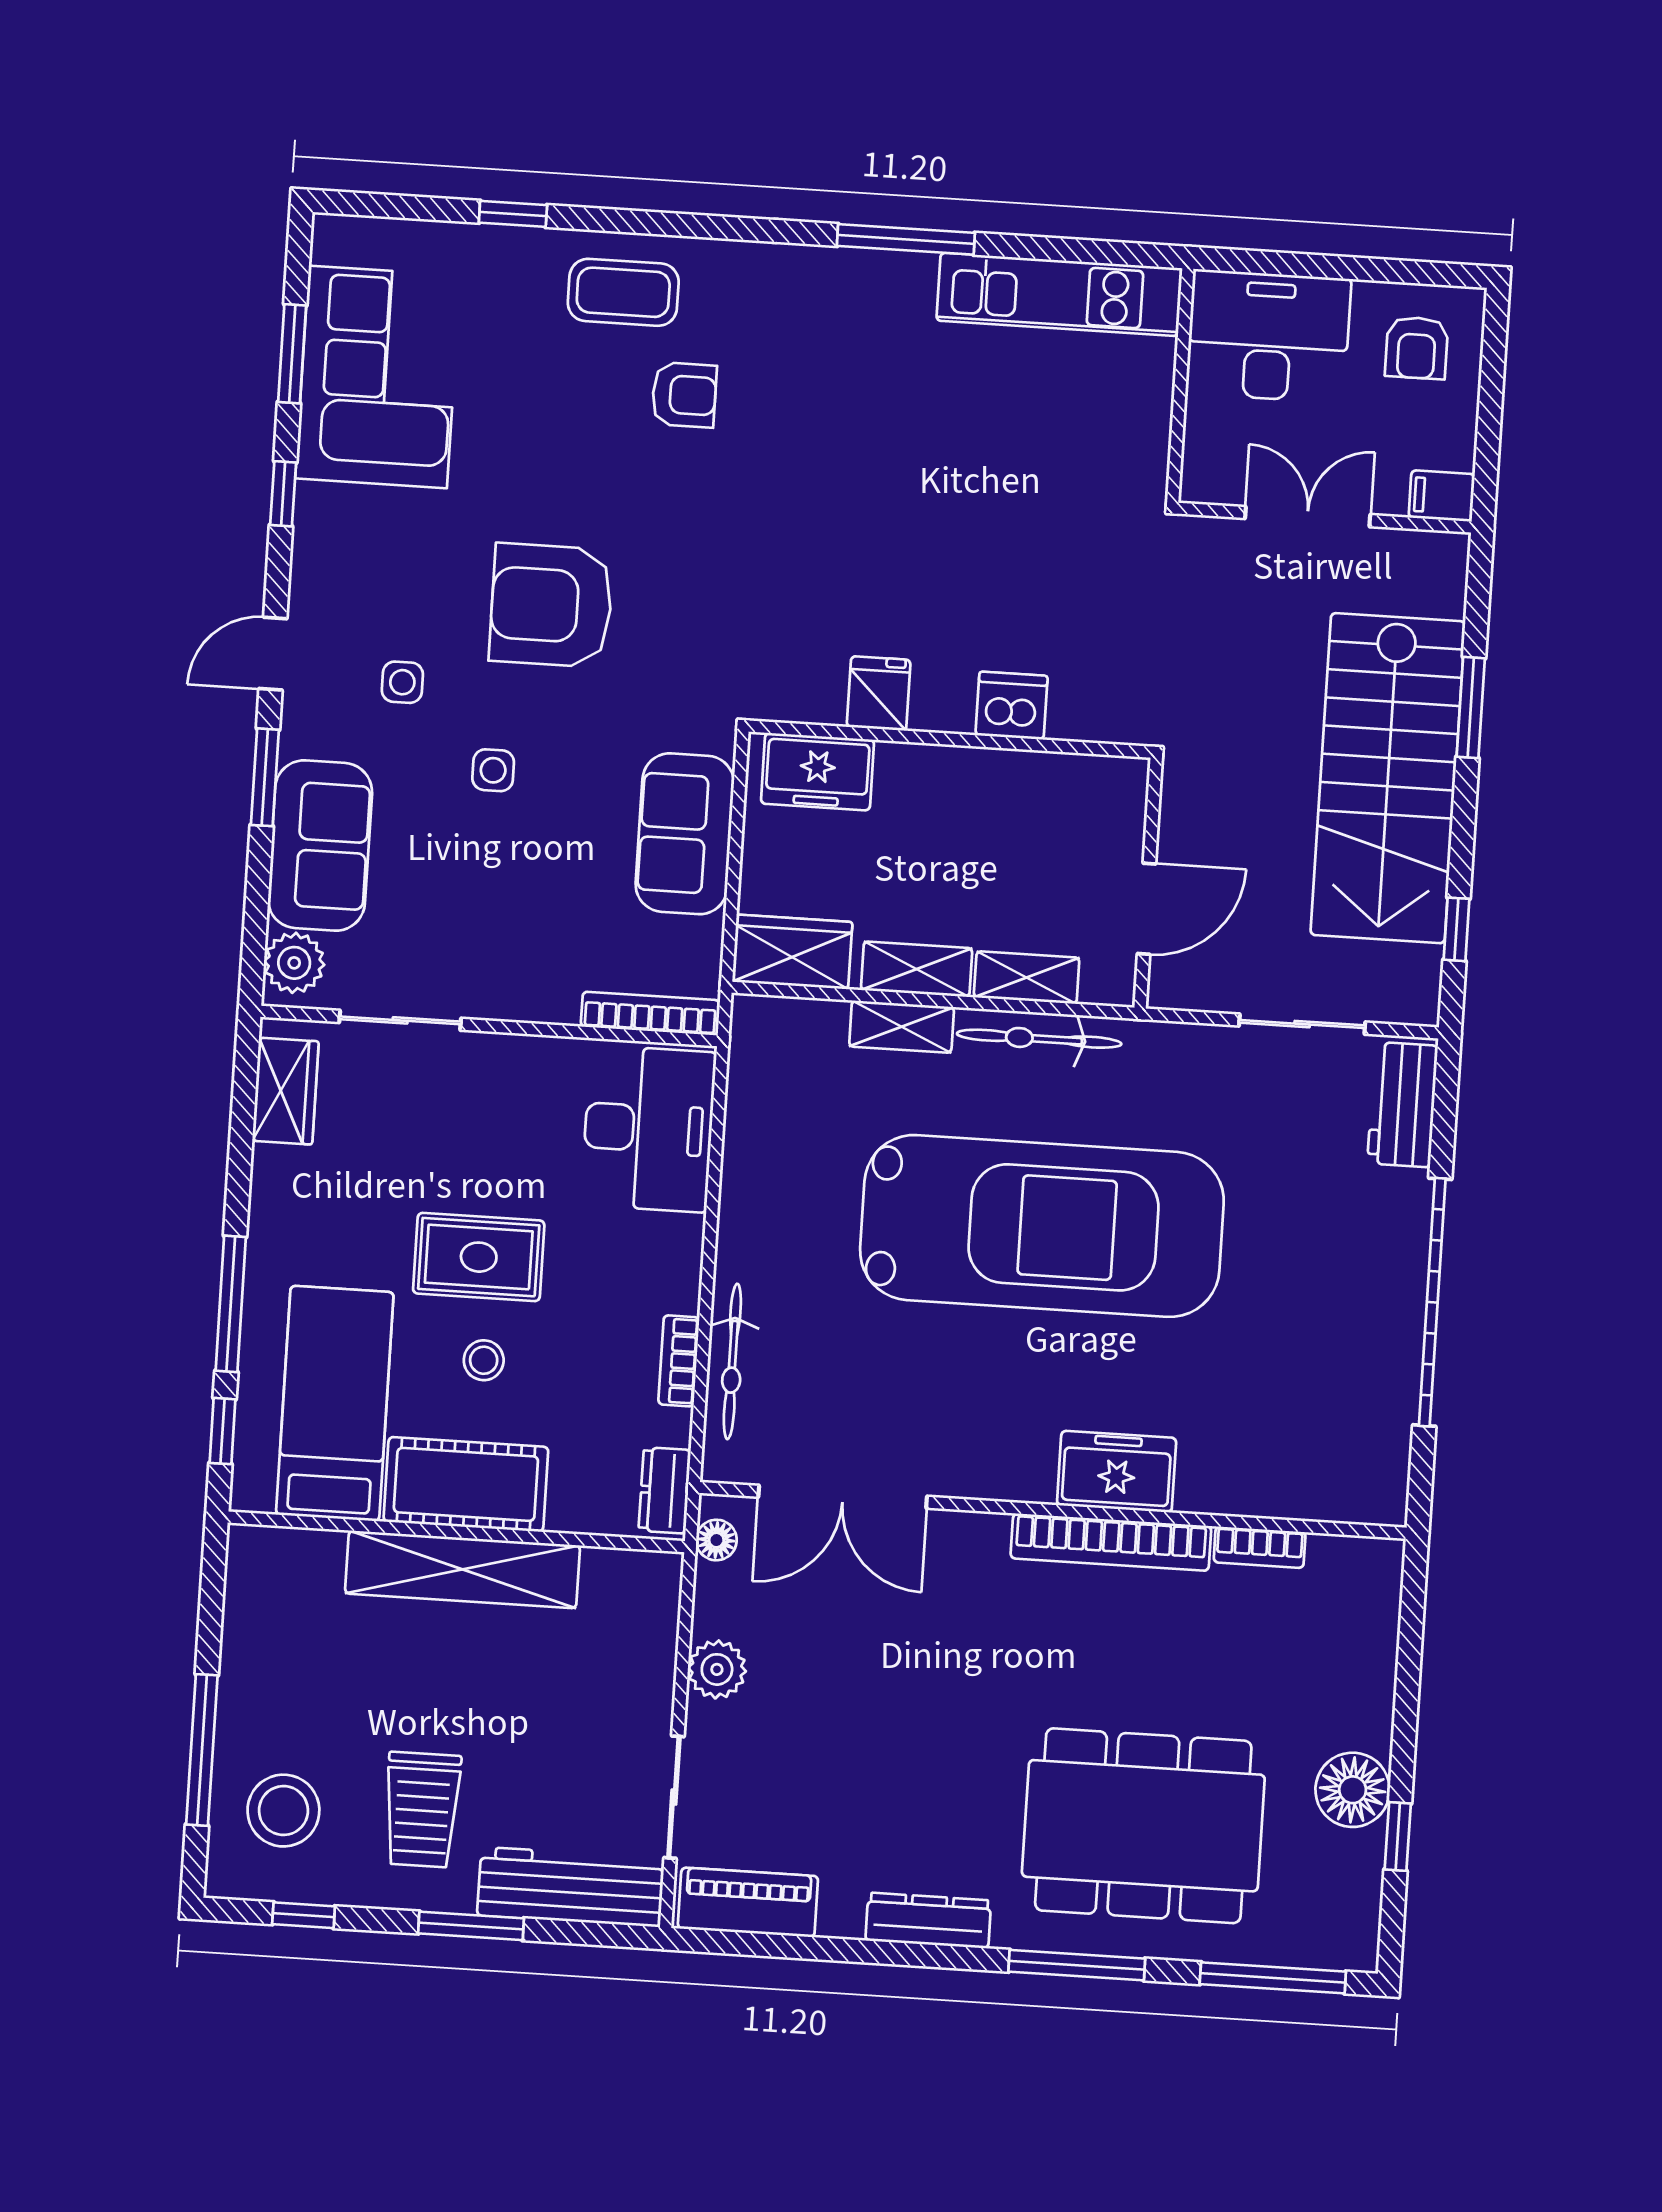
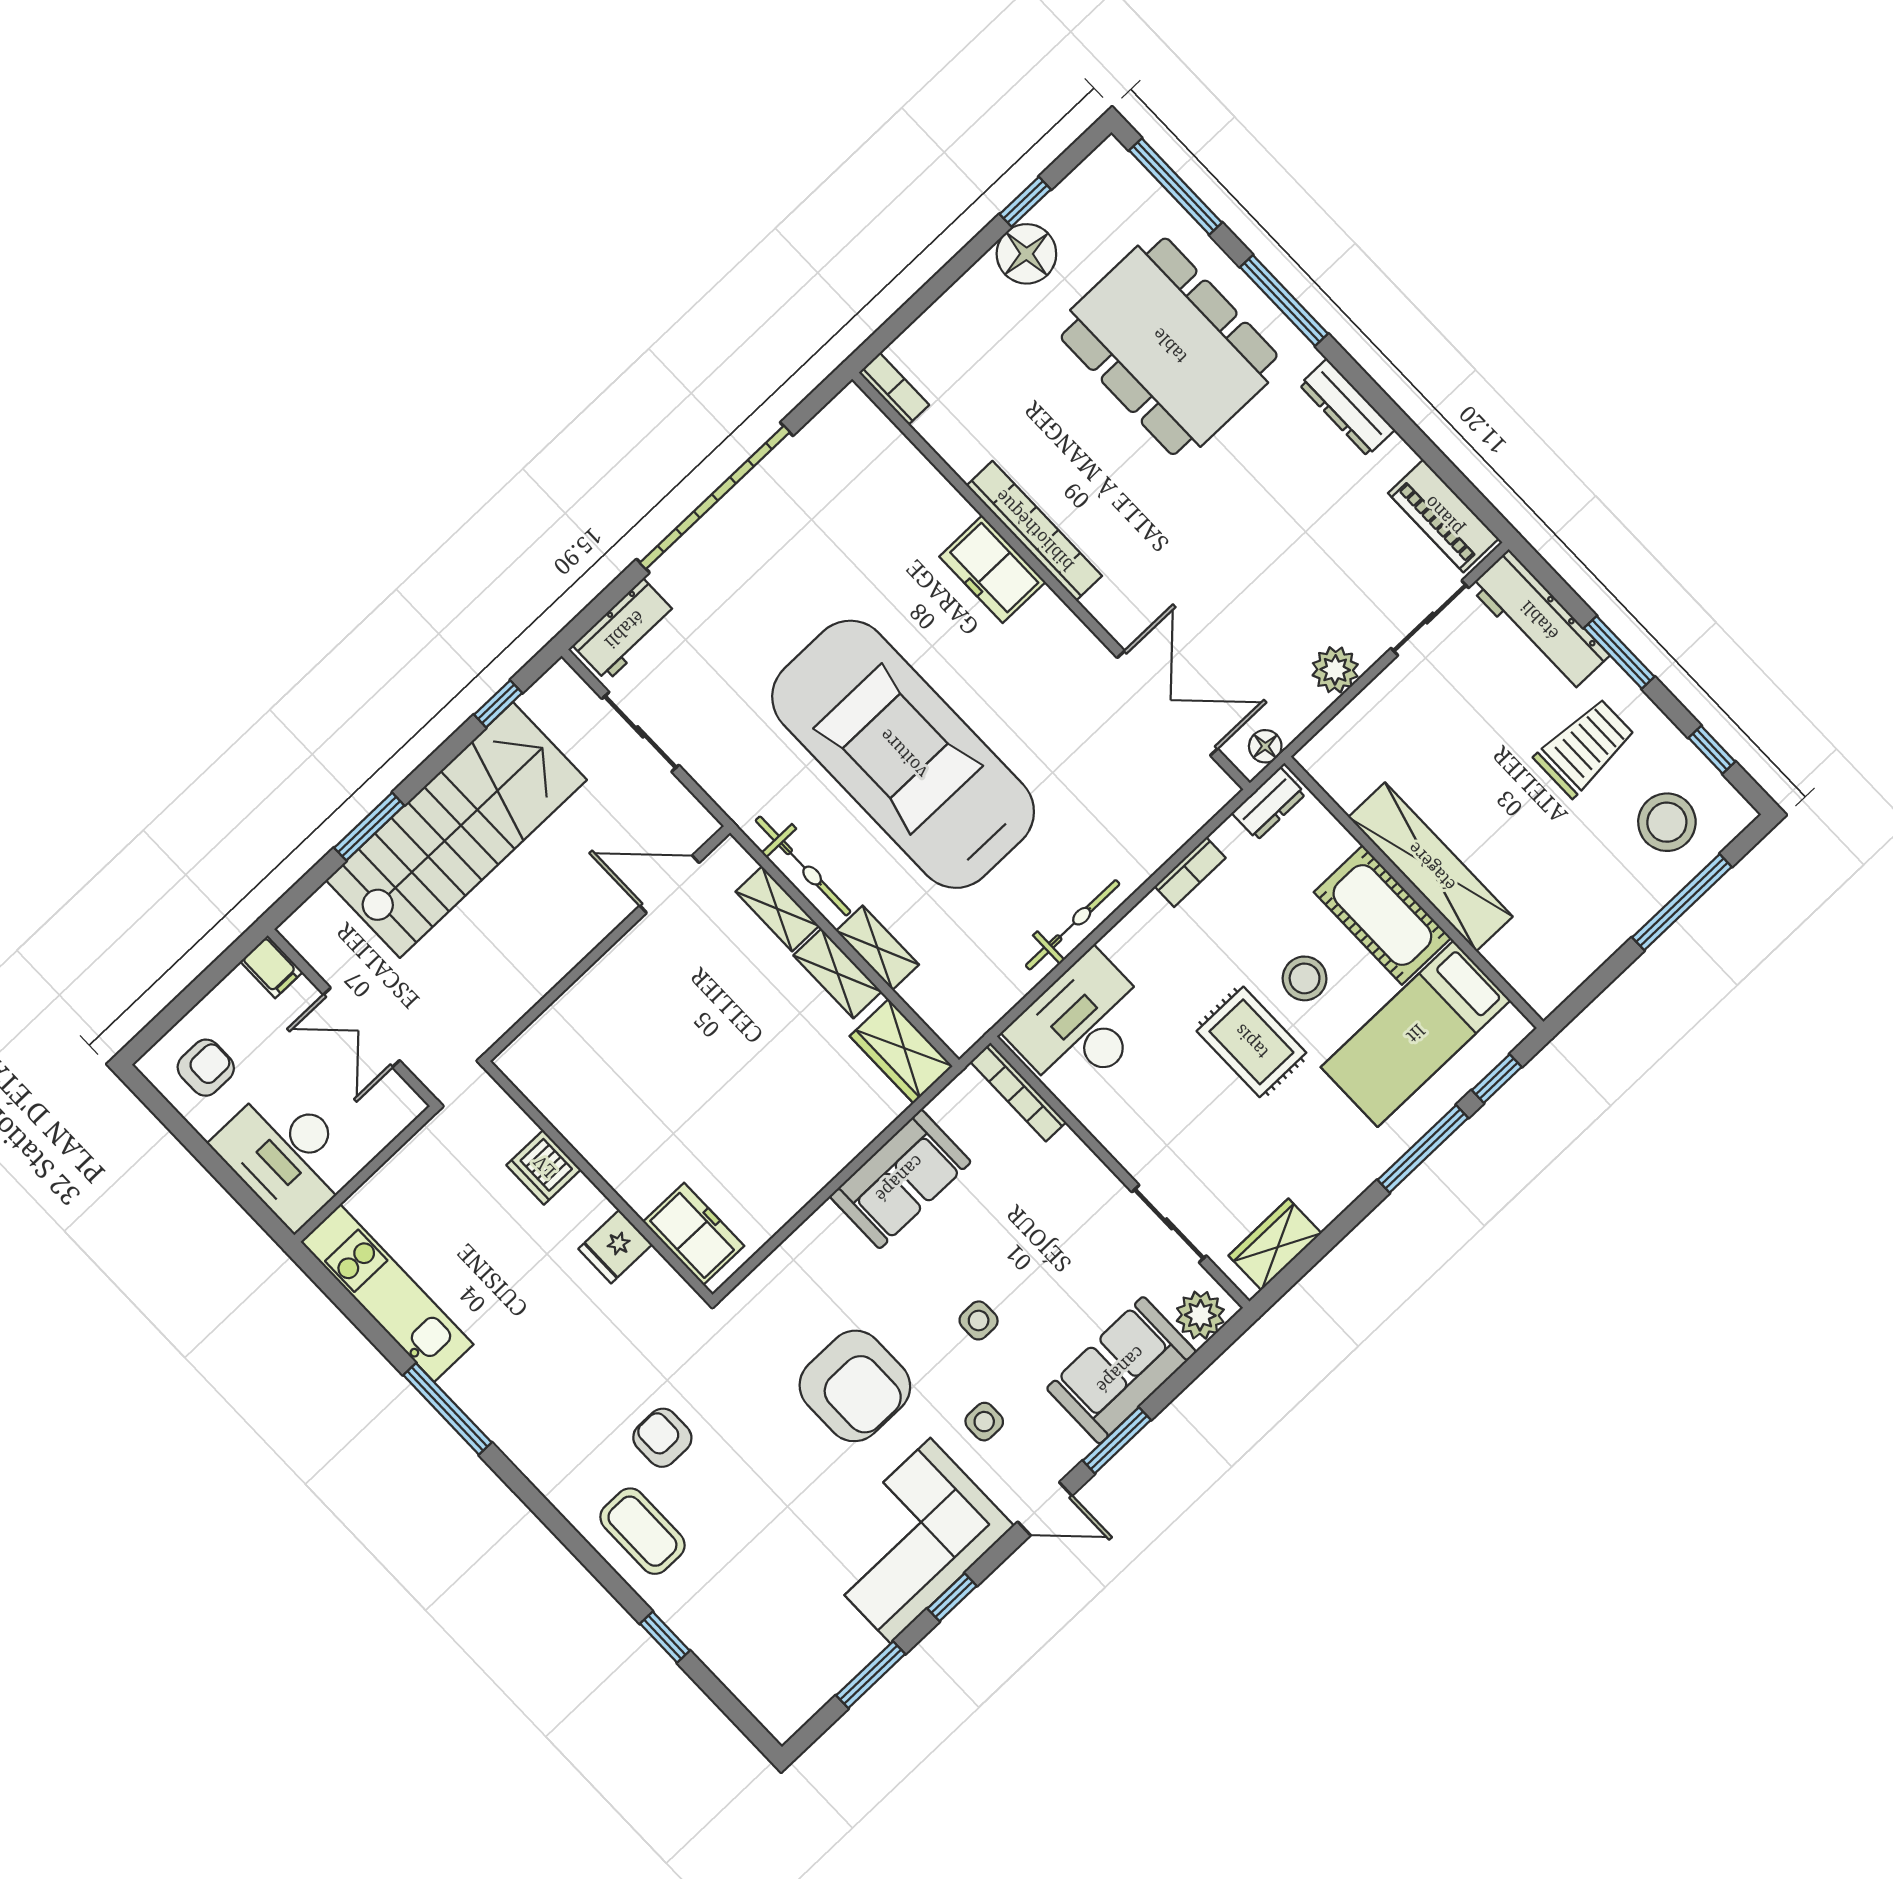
corner sofa: (378, 377) -> (910, 1541), moved
fridge: (879, 693) -> (615, 1247), moved
dishwasher: (1012, 706) -> (544, 1167), moved
wall: (950, 739) -> (598, 1181), moved
freezer: (817, 772) -> (694, 1234), moved
stool: (484, 1360) -> (1305, 978), width x1.37, depth x1.37
bicycle: (732, 1361) -> (1073, 925), moved
bookcase: (1260, 1547) -> (894, 389), moved

